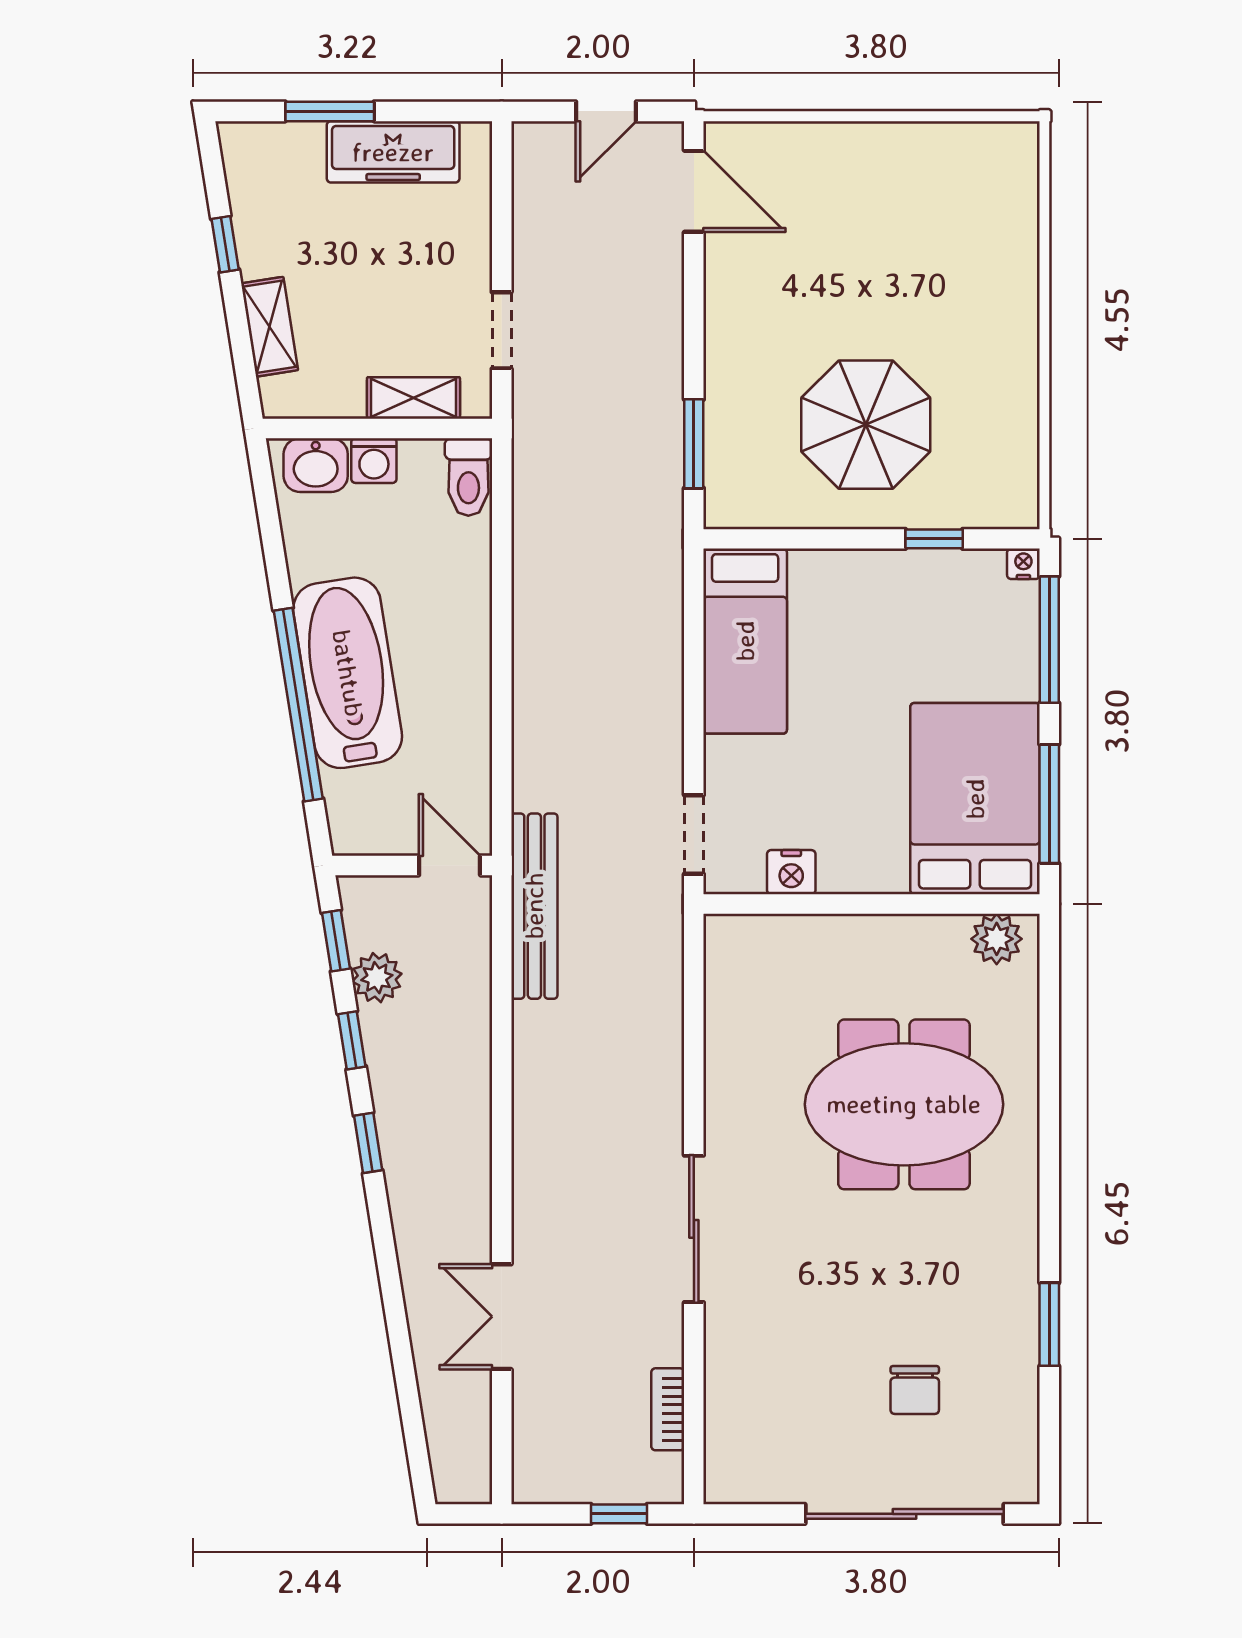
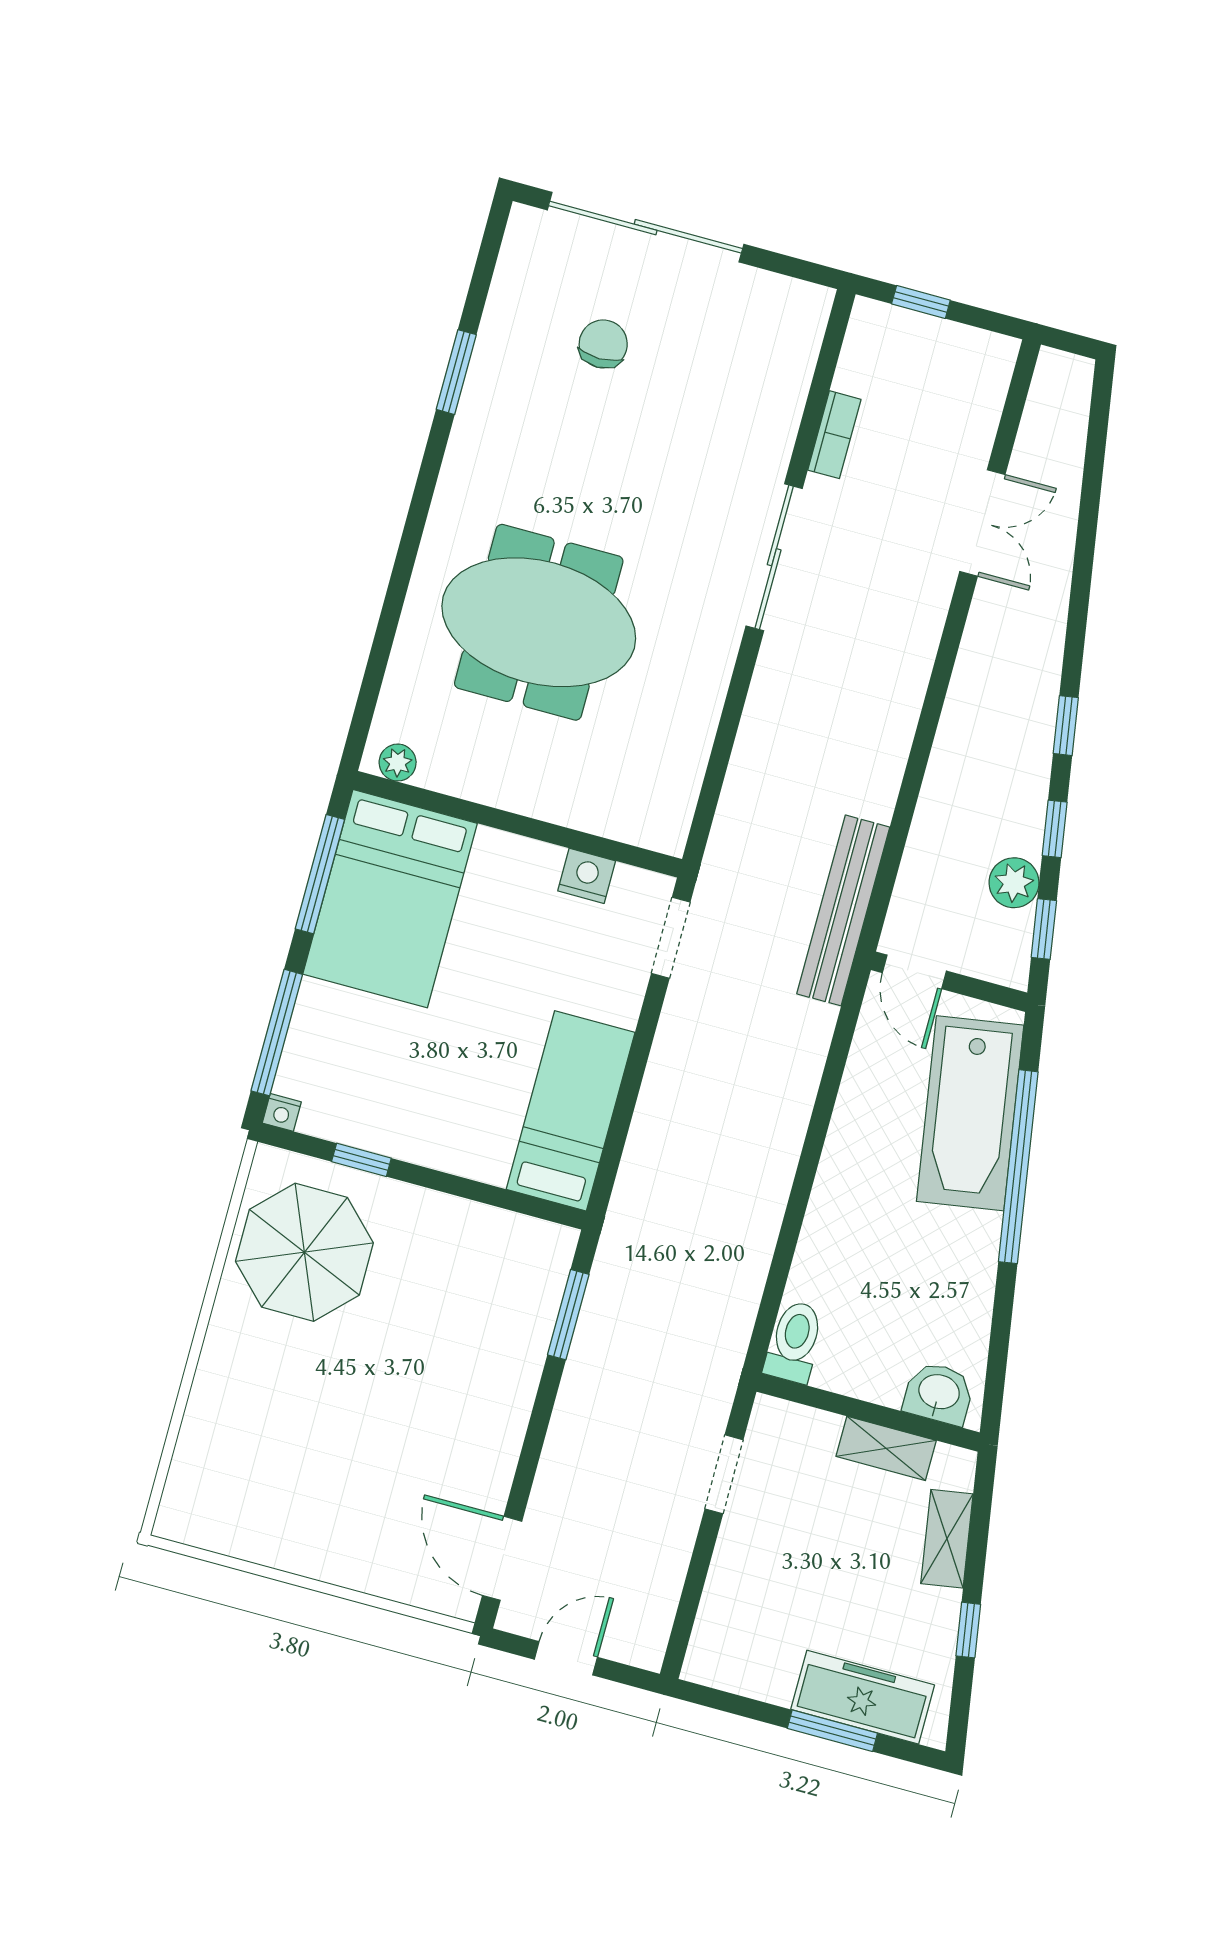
freezer: (393, 152) -> (863, 1697), moved
shelving: (413, 398) -> (886, 1448), moved
parasol: (866, 425) -> (304, 1252), moved
washing machine: (374, 461) -> (881, 1382), removed
bathtub: (348, 673) -> (970, 1113), moved
plant: (997, 939) -> (398, 763), width x0.73, depth x0.73
bookcase: (668, 1409) -> (834, 435), moved

